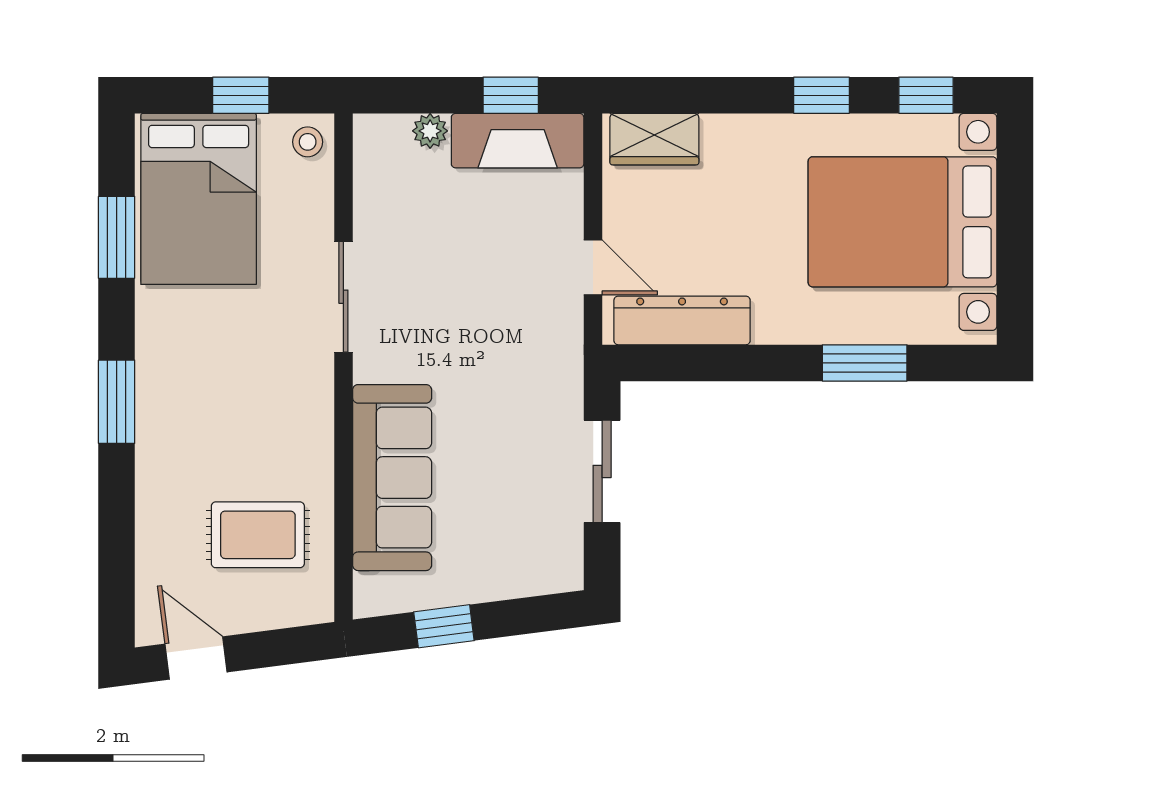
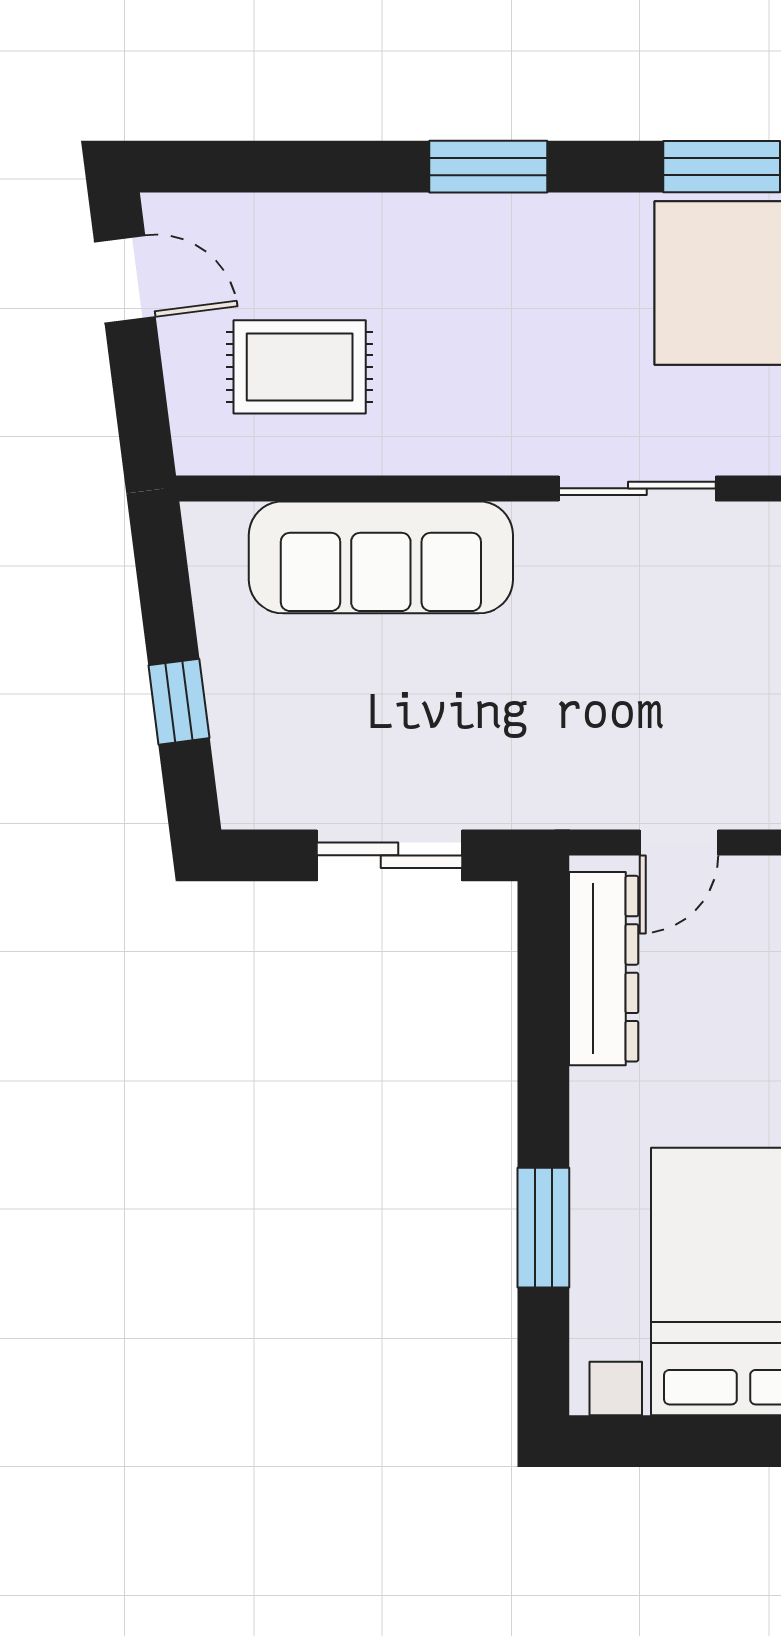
rug: (258, 535) -> (300, 367), turned 90
window: (444, 626) -> (179, 702), moved
door: (196, 658) -> (125, 279), hinge flipped

